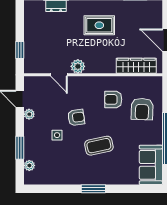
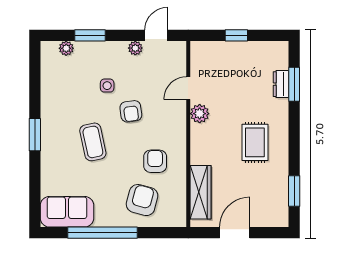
window: (20, 50) -> (236, 35), moved
armchair: (142, 109) -> (142, 200), turned 103

